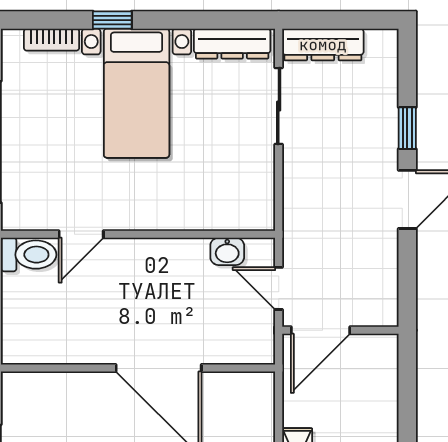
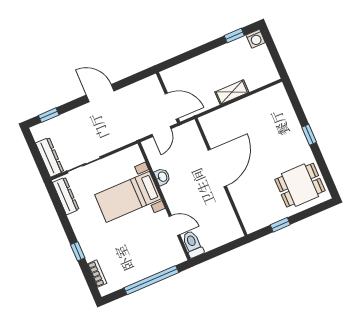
bed with nightstands: (137, 93) -> (128, 197), moved, turned 180
window: (407, 128) -> (49, 115), moved
washbasin: (227, 251) -> (162, 177), moved

